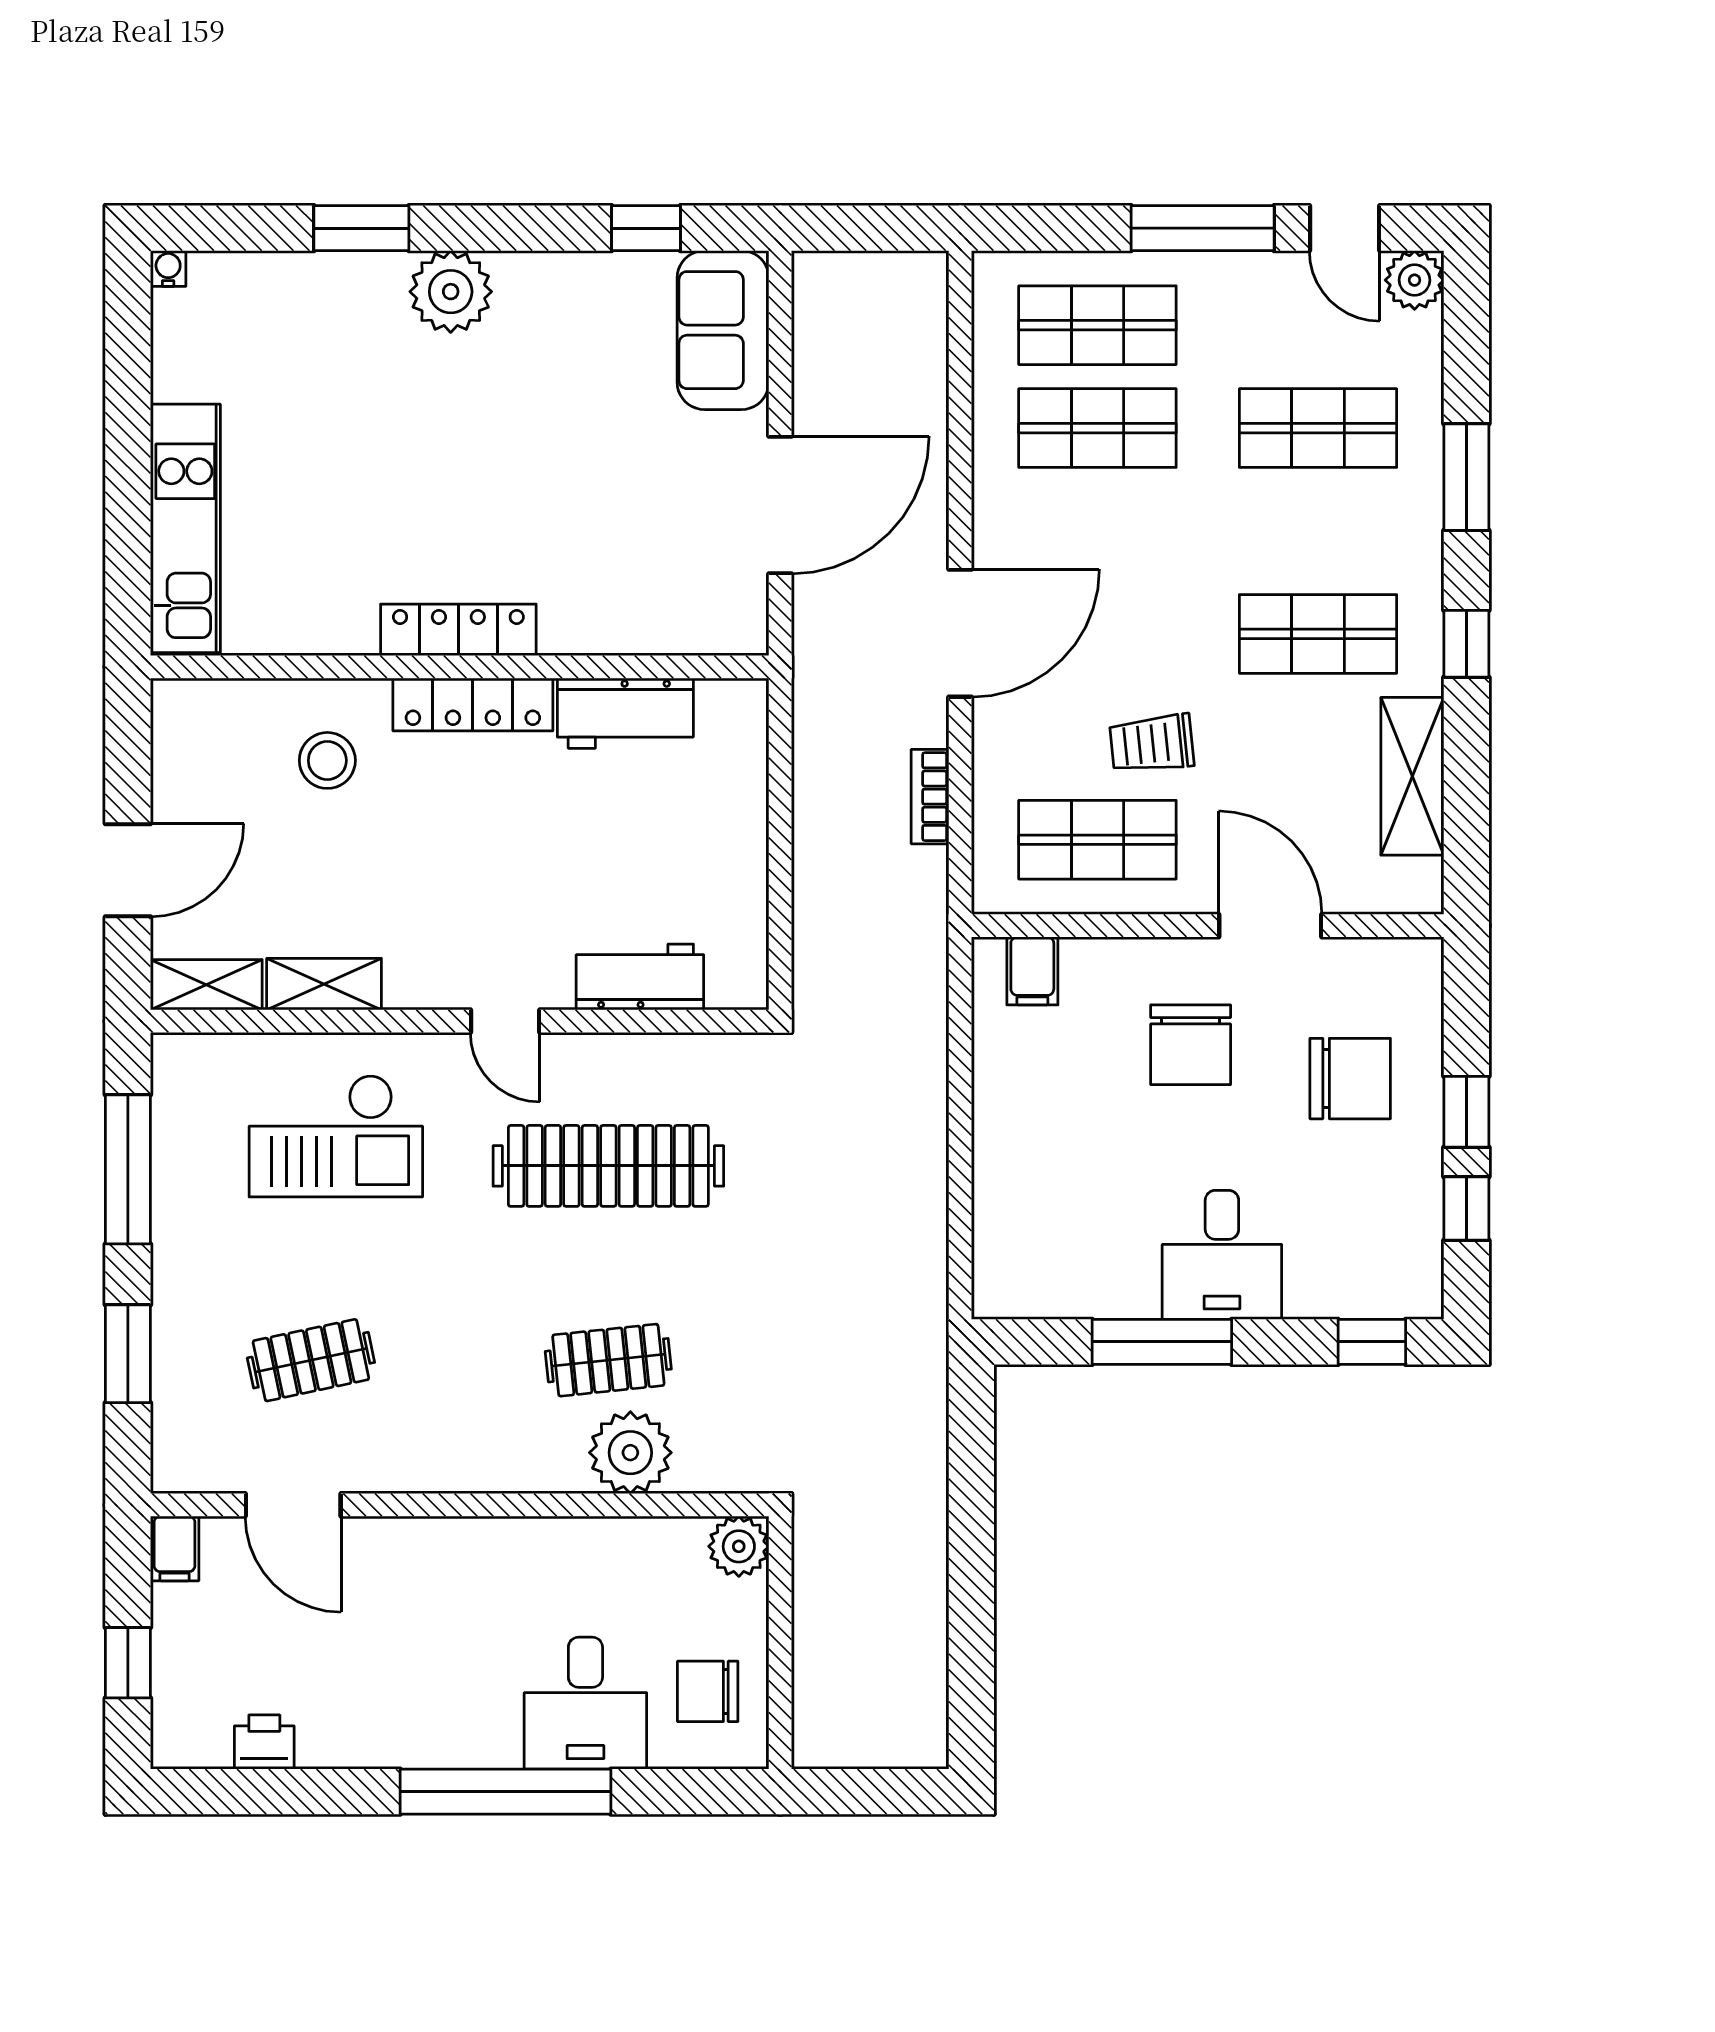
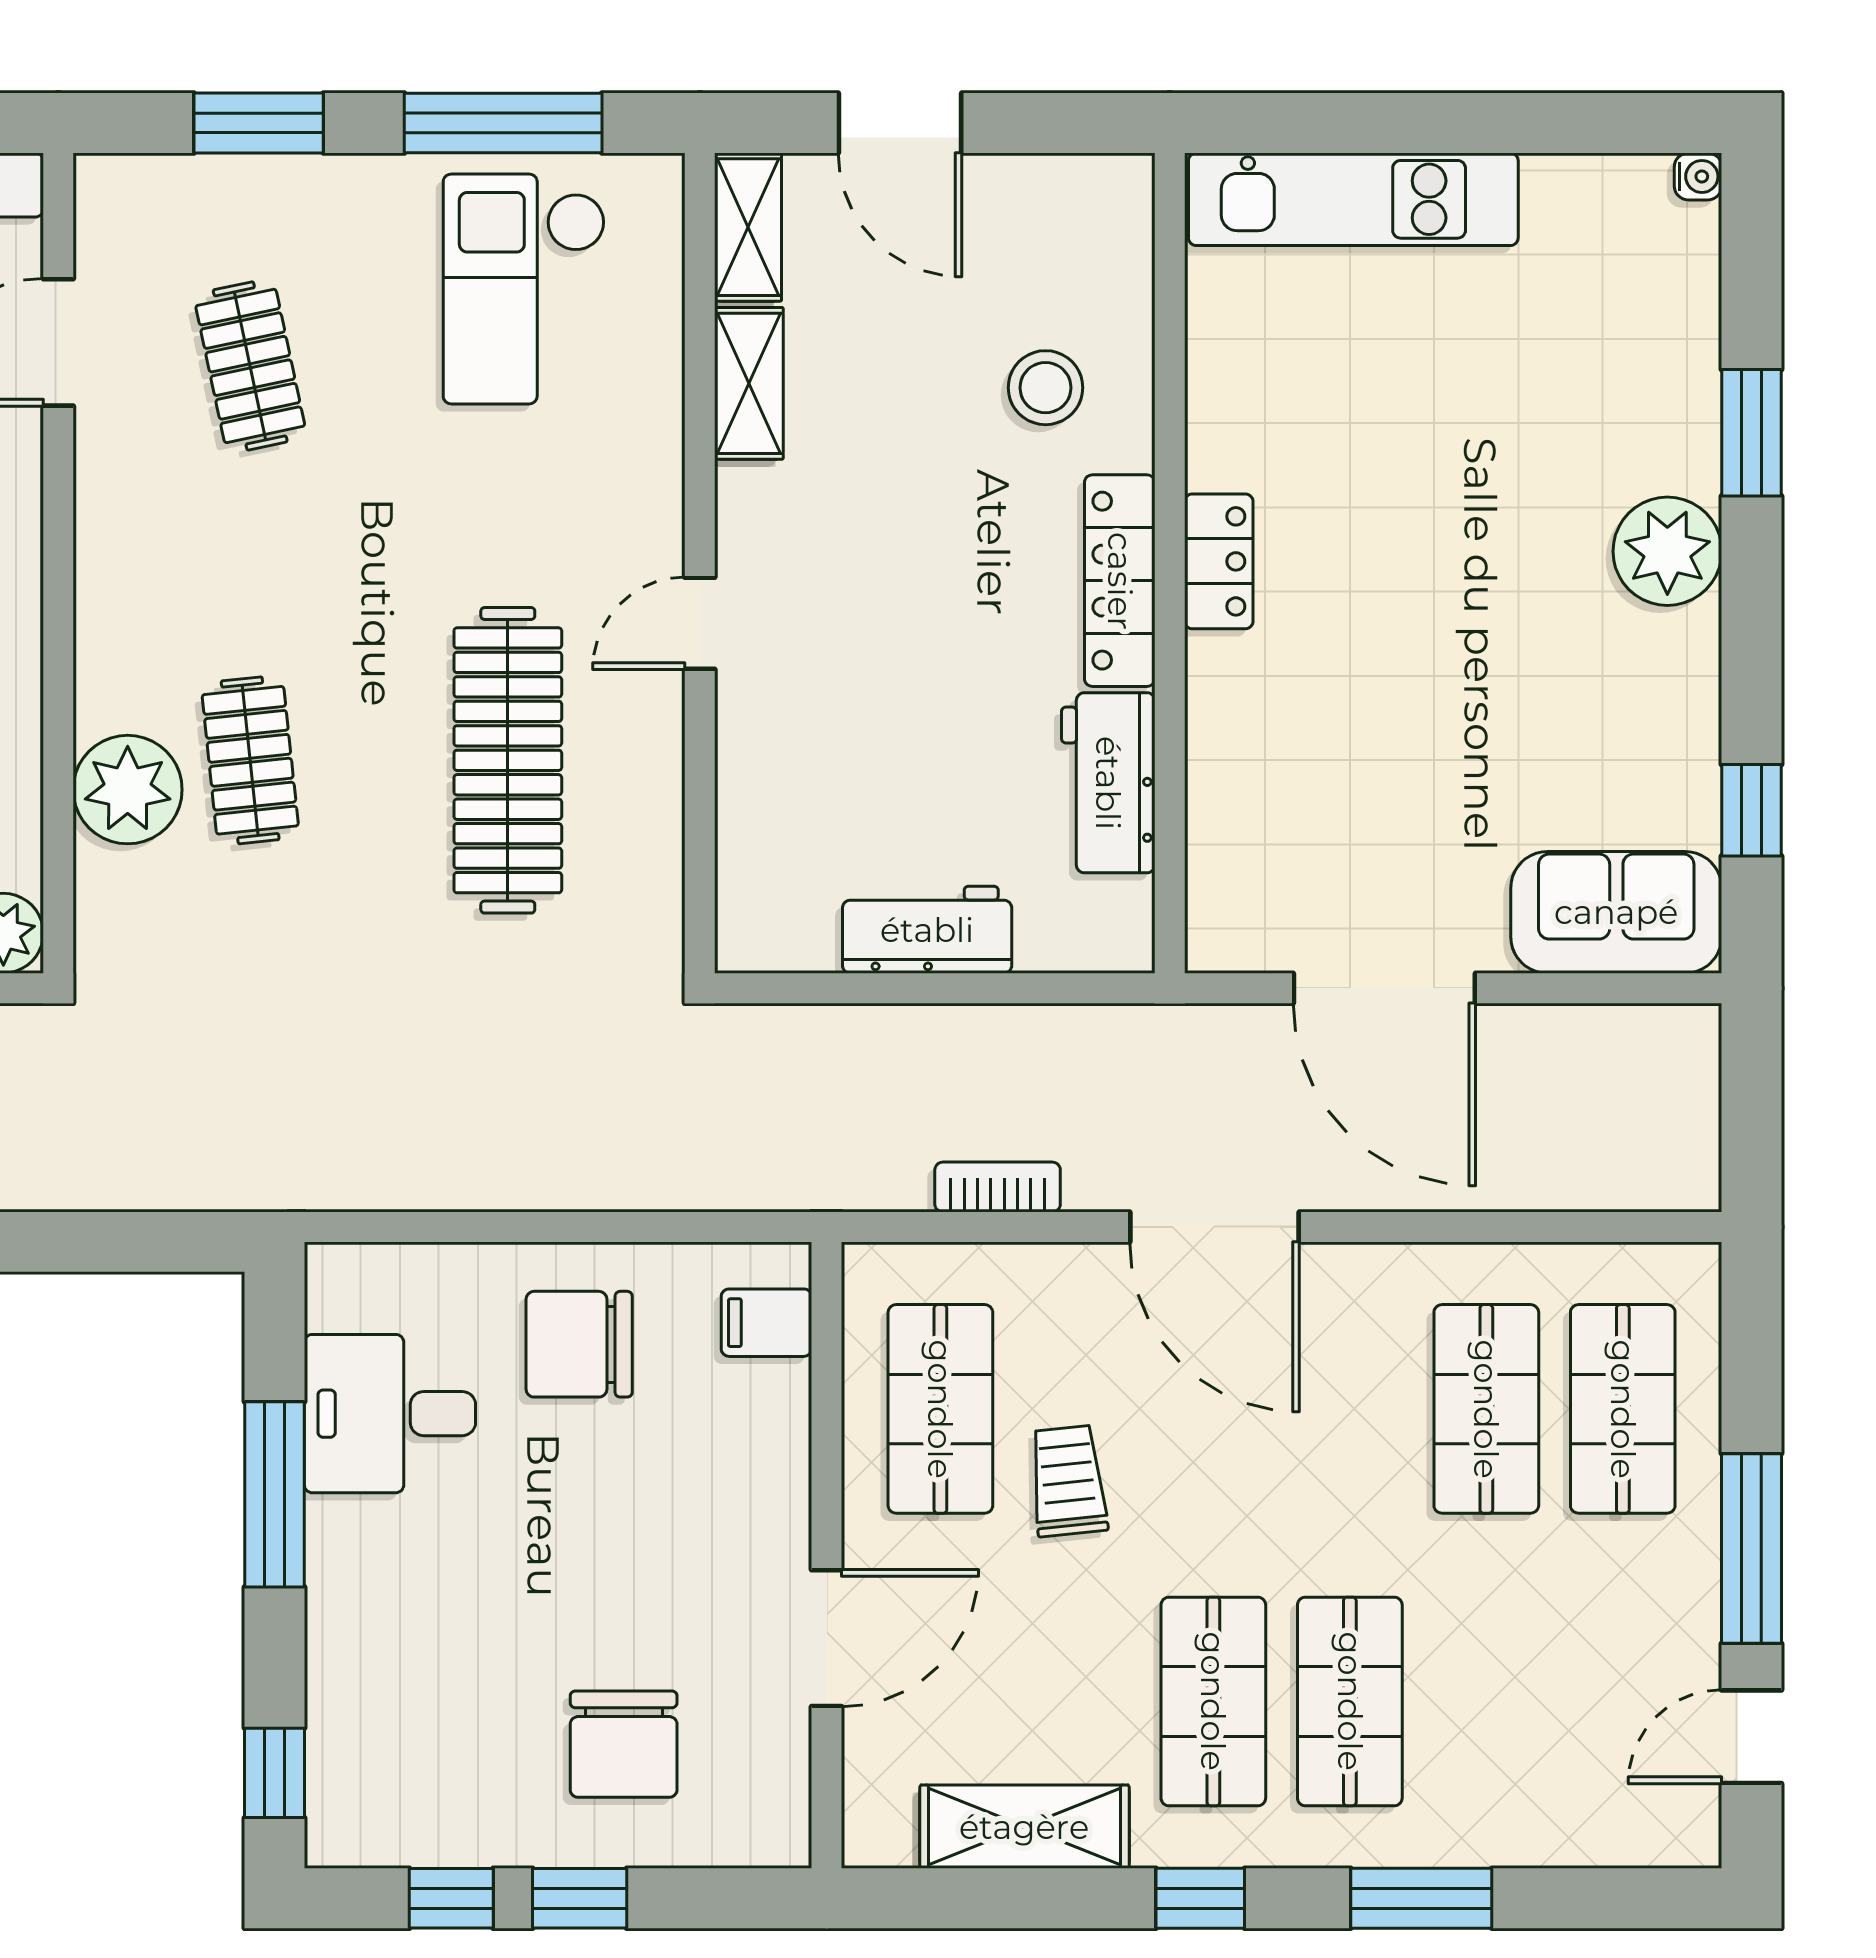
plant: (1415, 280) -> (1683, 1829), removed
shop shelf: (1318, 428) -> (1350, 1701), moved
locker: (458, 630) -> (1219, 561), width x0.66
workbench: (640, 977) -> (927, 930), moved, turned -90
chair: (1191, 1045) -> (579, 1344), moved
checkout: (336, 1136) -> (524, 289), moved
desk: (1222, 1255) -> (390, 1414), moved

